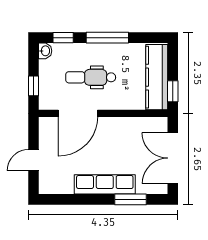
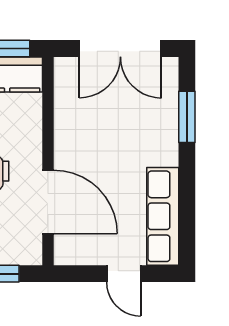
row of seats: (105, 184) -> (163, 216), moved

